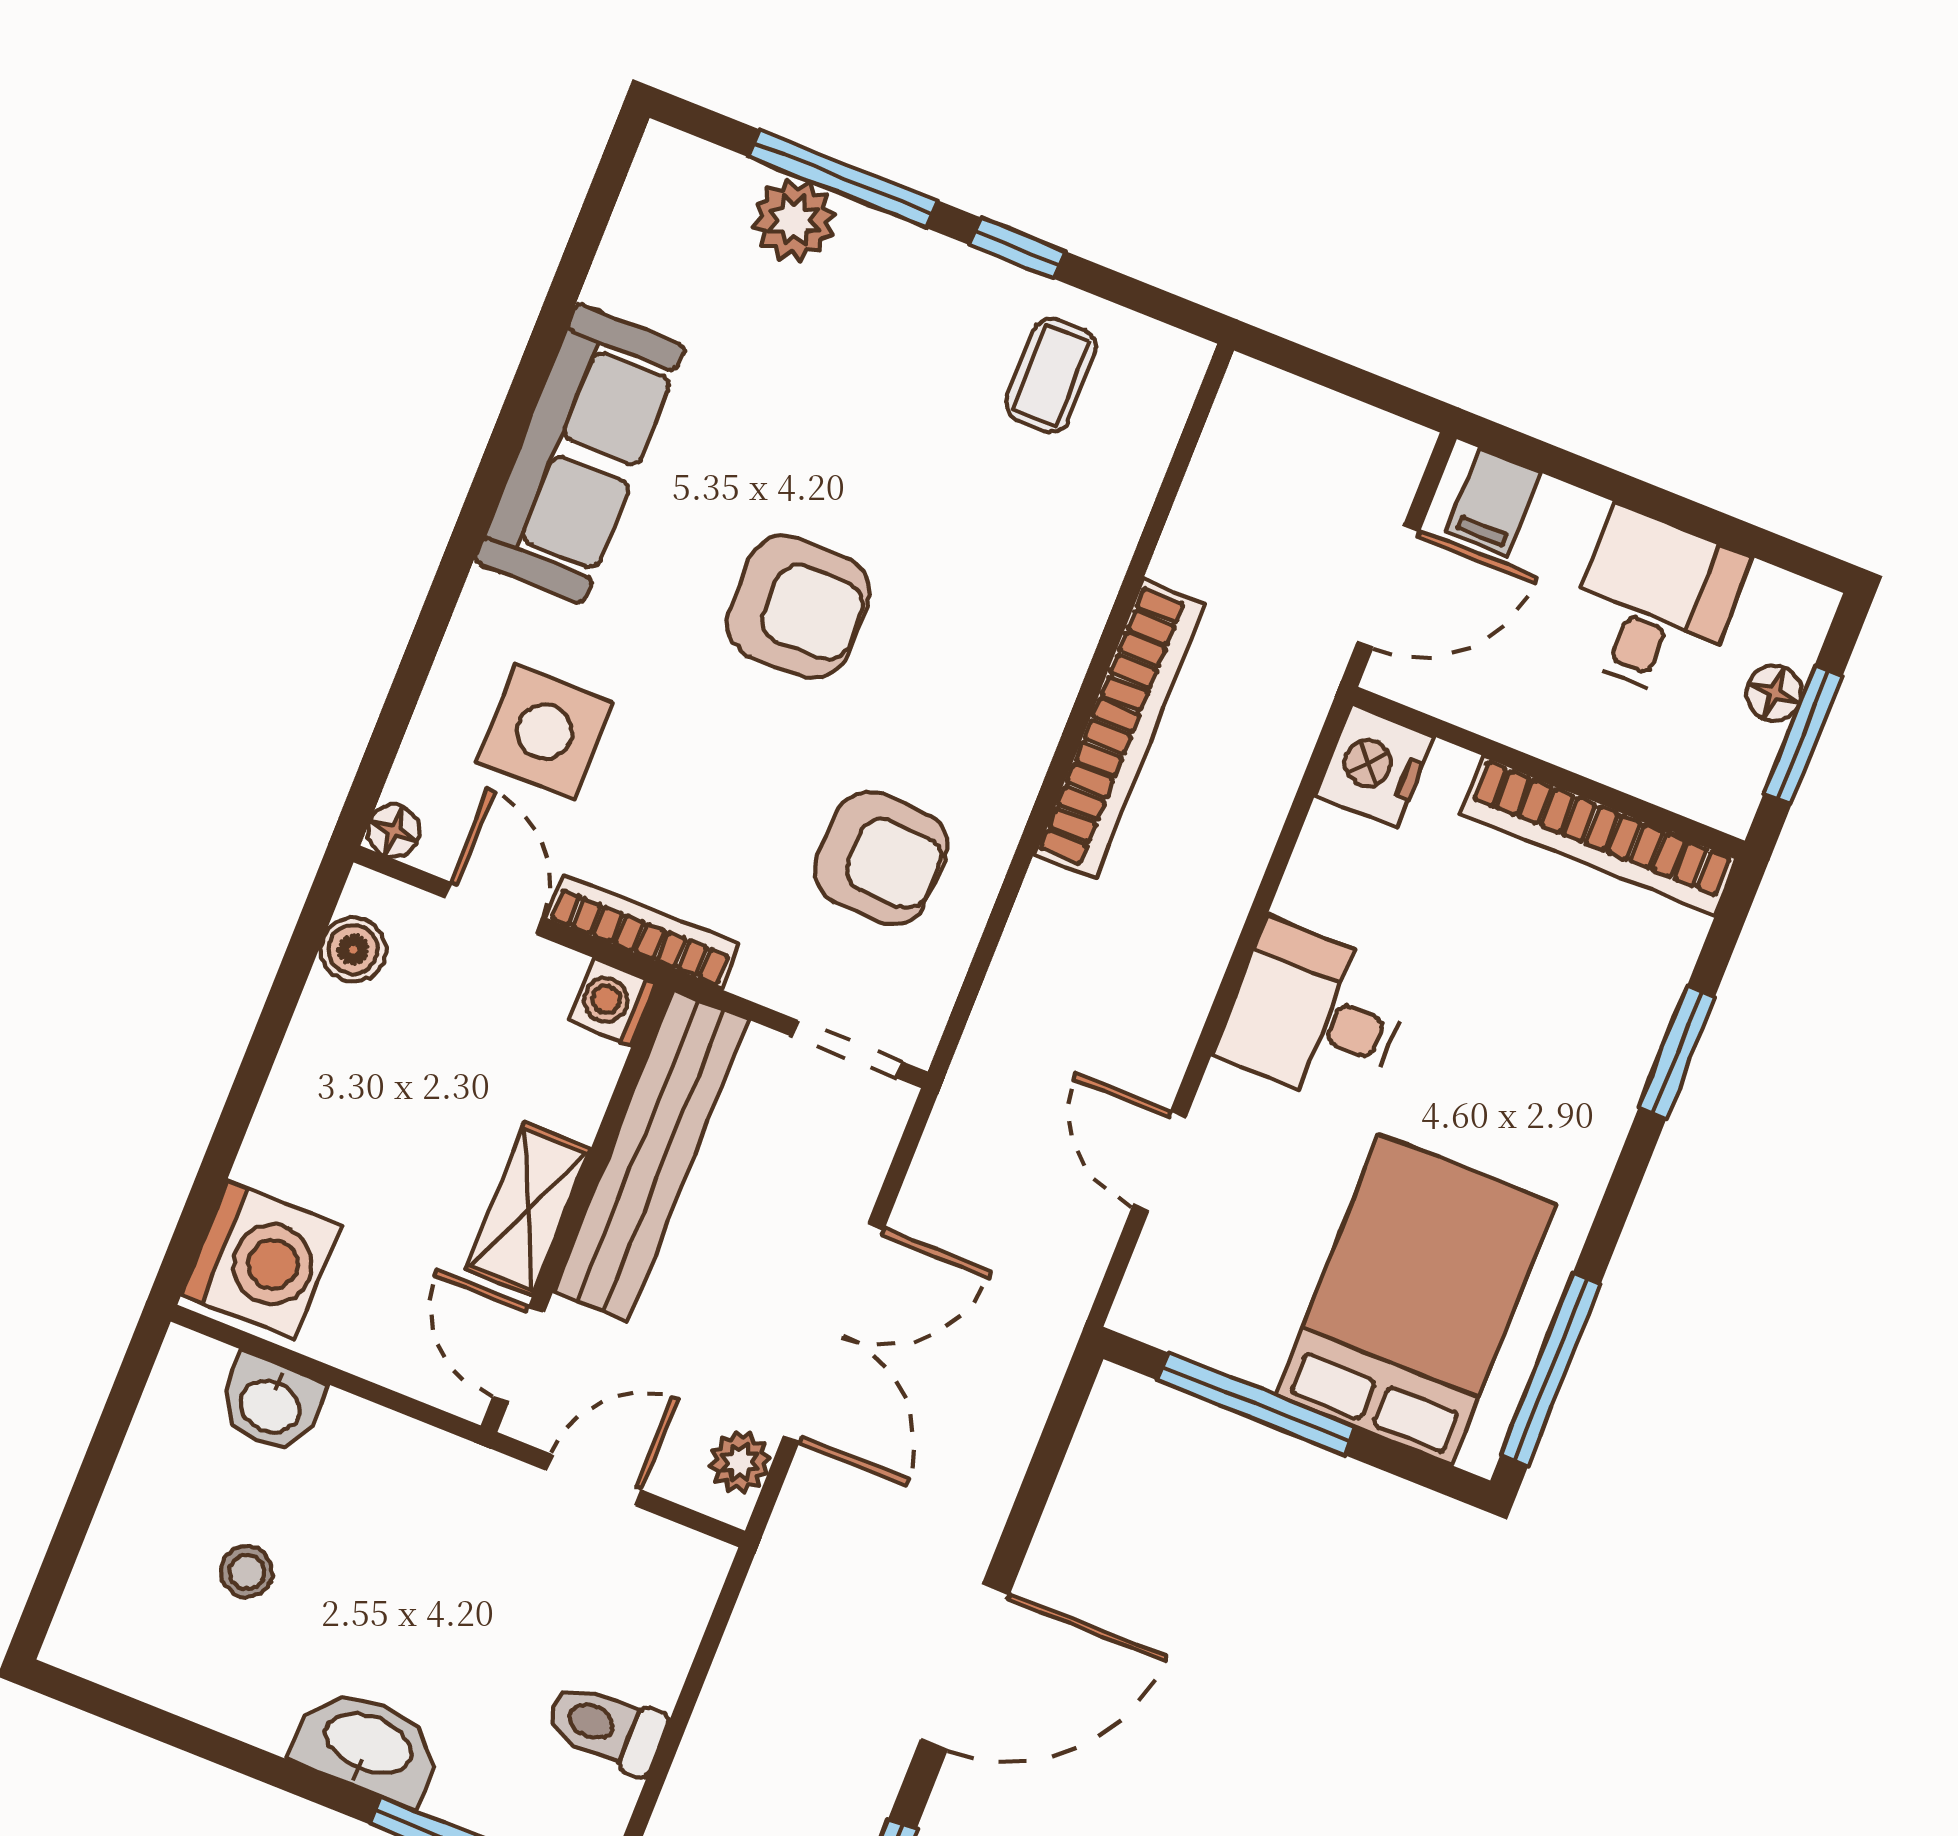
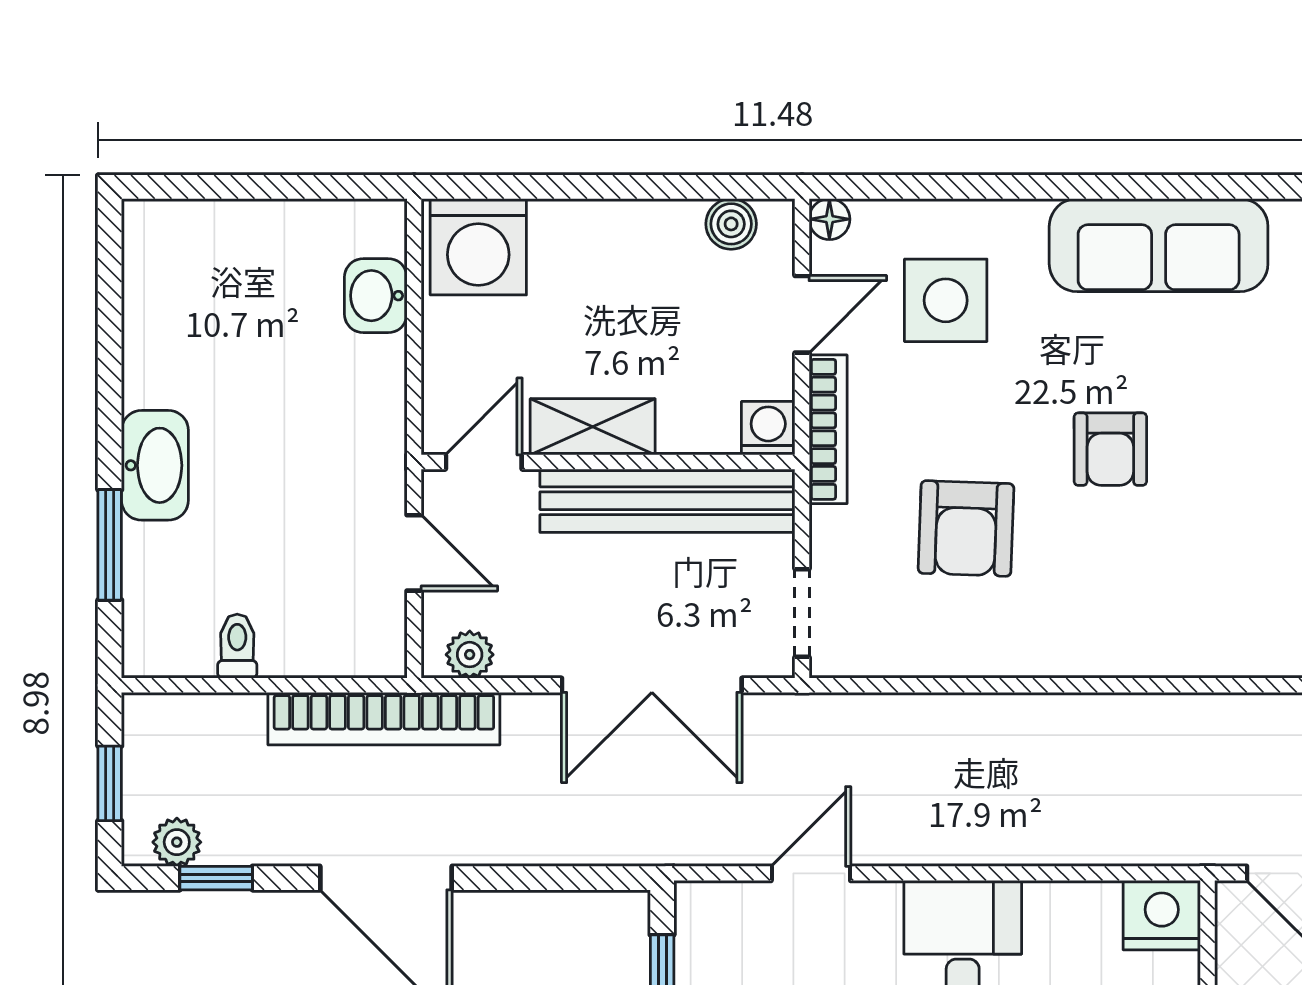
armchair: (798, 607) -> (1110, 449), width x0.72, depth x0.72
bookcase: (1119, 729) -> (384, 719), moved
armchair: (881, 858) -> (966, 528), moved
double door: (833, 1333) -> (652, 685), moved
stool: (247, 1572) -> (247, 327), removed
toilet: (606, 1727) -> (237, 646), width x0.73, depth x0.72

